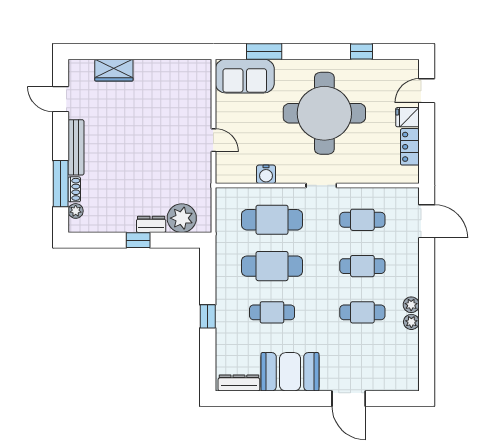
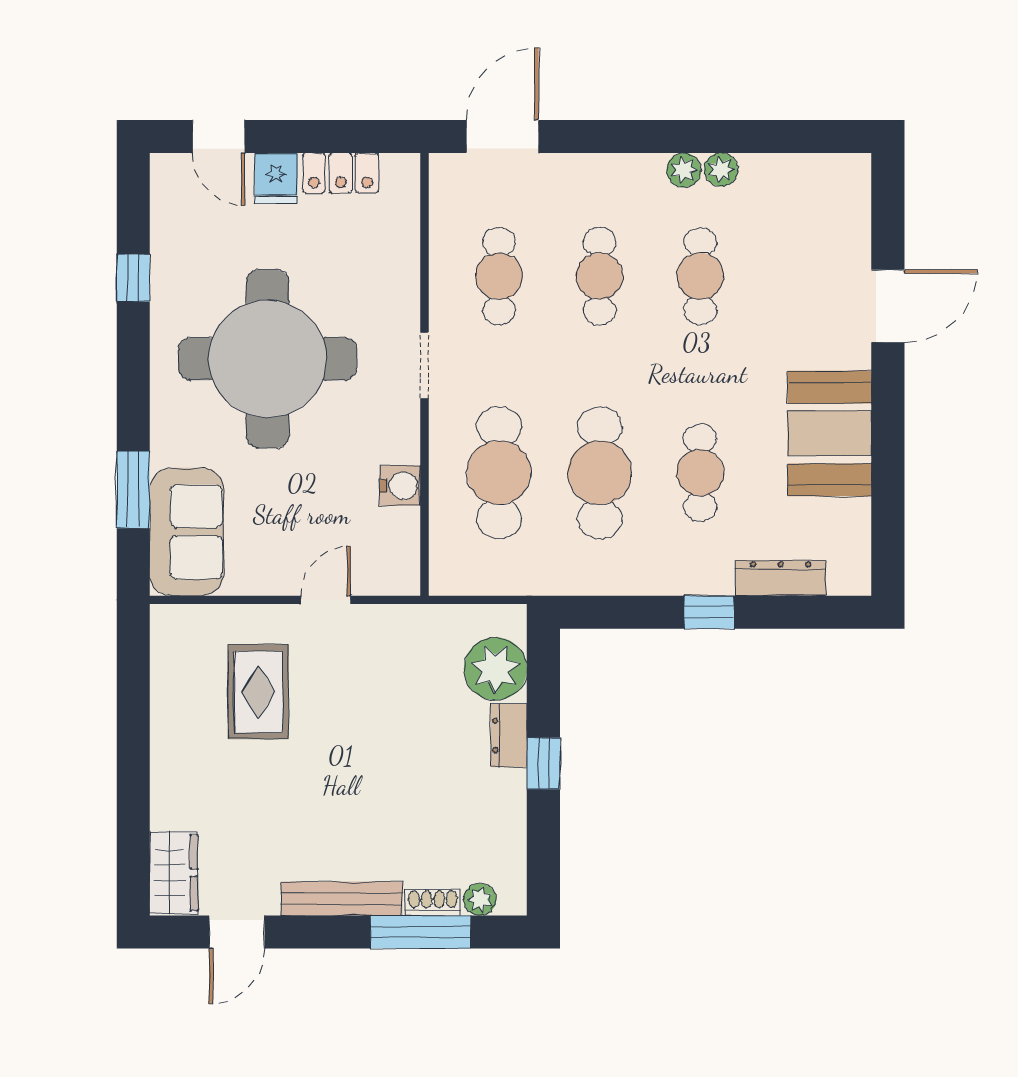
wardrobe: (114, 70) -> (174, 873), moved
rug: (171, 109) -> (258, 692), added
dresser: (239, 383) -> (781, 578), moved, turned 90

